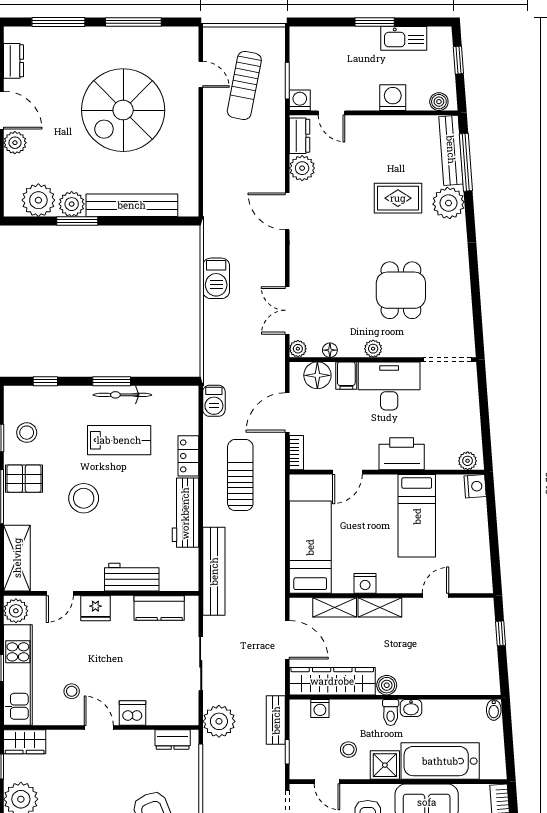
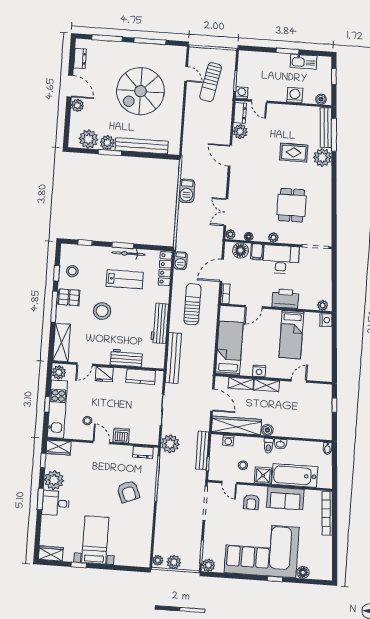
locker: (188, 456) -> (165, 269), moved, width x1.53
bench: (276, 720) -> (202, 450), width x1.36

